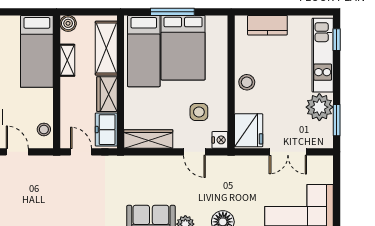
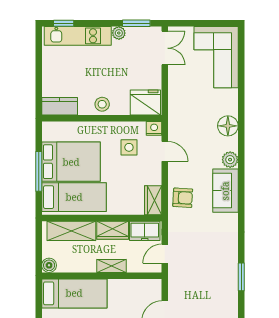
kitchen counter: (267, 25) -> (60, 106), moved, turned -90
shelving: (67, 60) -> (112, 266), moved
plant: (319, 107) -> (119, 33), width x0.53, depth x0.53
stool: (44, 129) -> (145, 287), removed
wardrobe: (148, 139) -> (153, 200), width x0.67
door: (194, 152) -> (165, 151), hinge flipped
double door: (288, 152) -> (165, 48), moved
armchair: (143, 172) -> (183, 198), added

